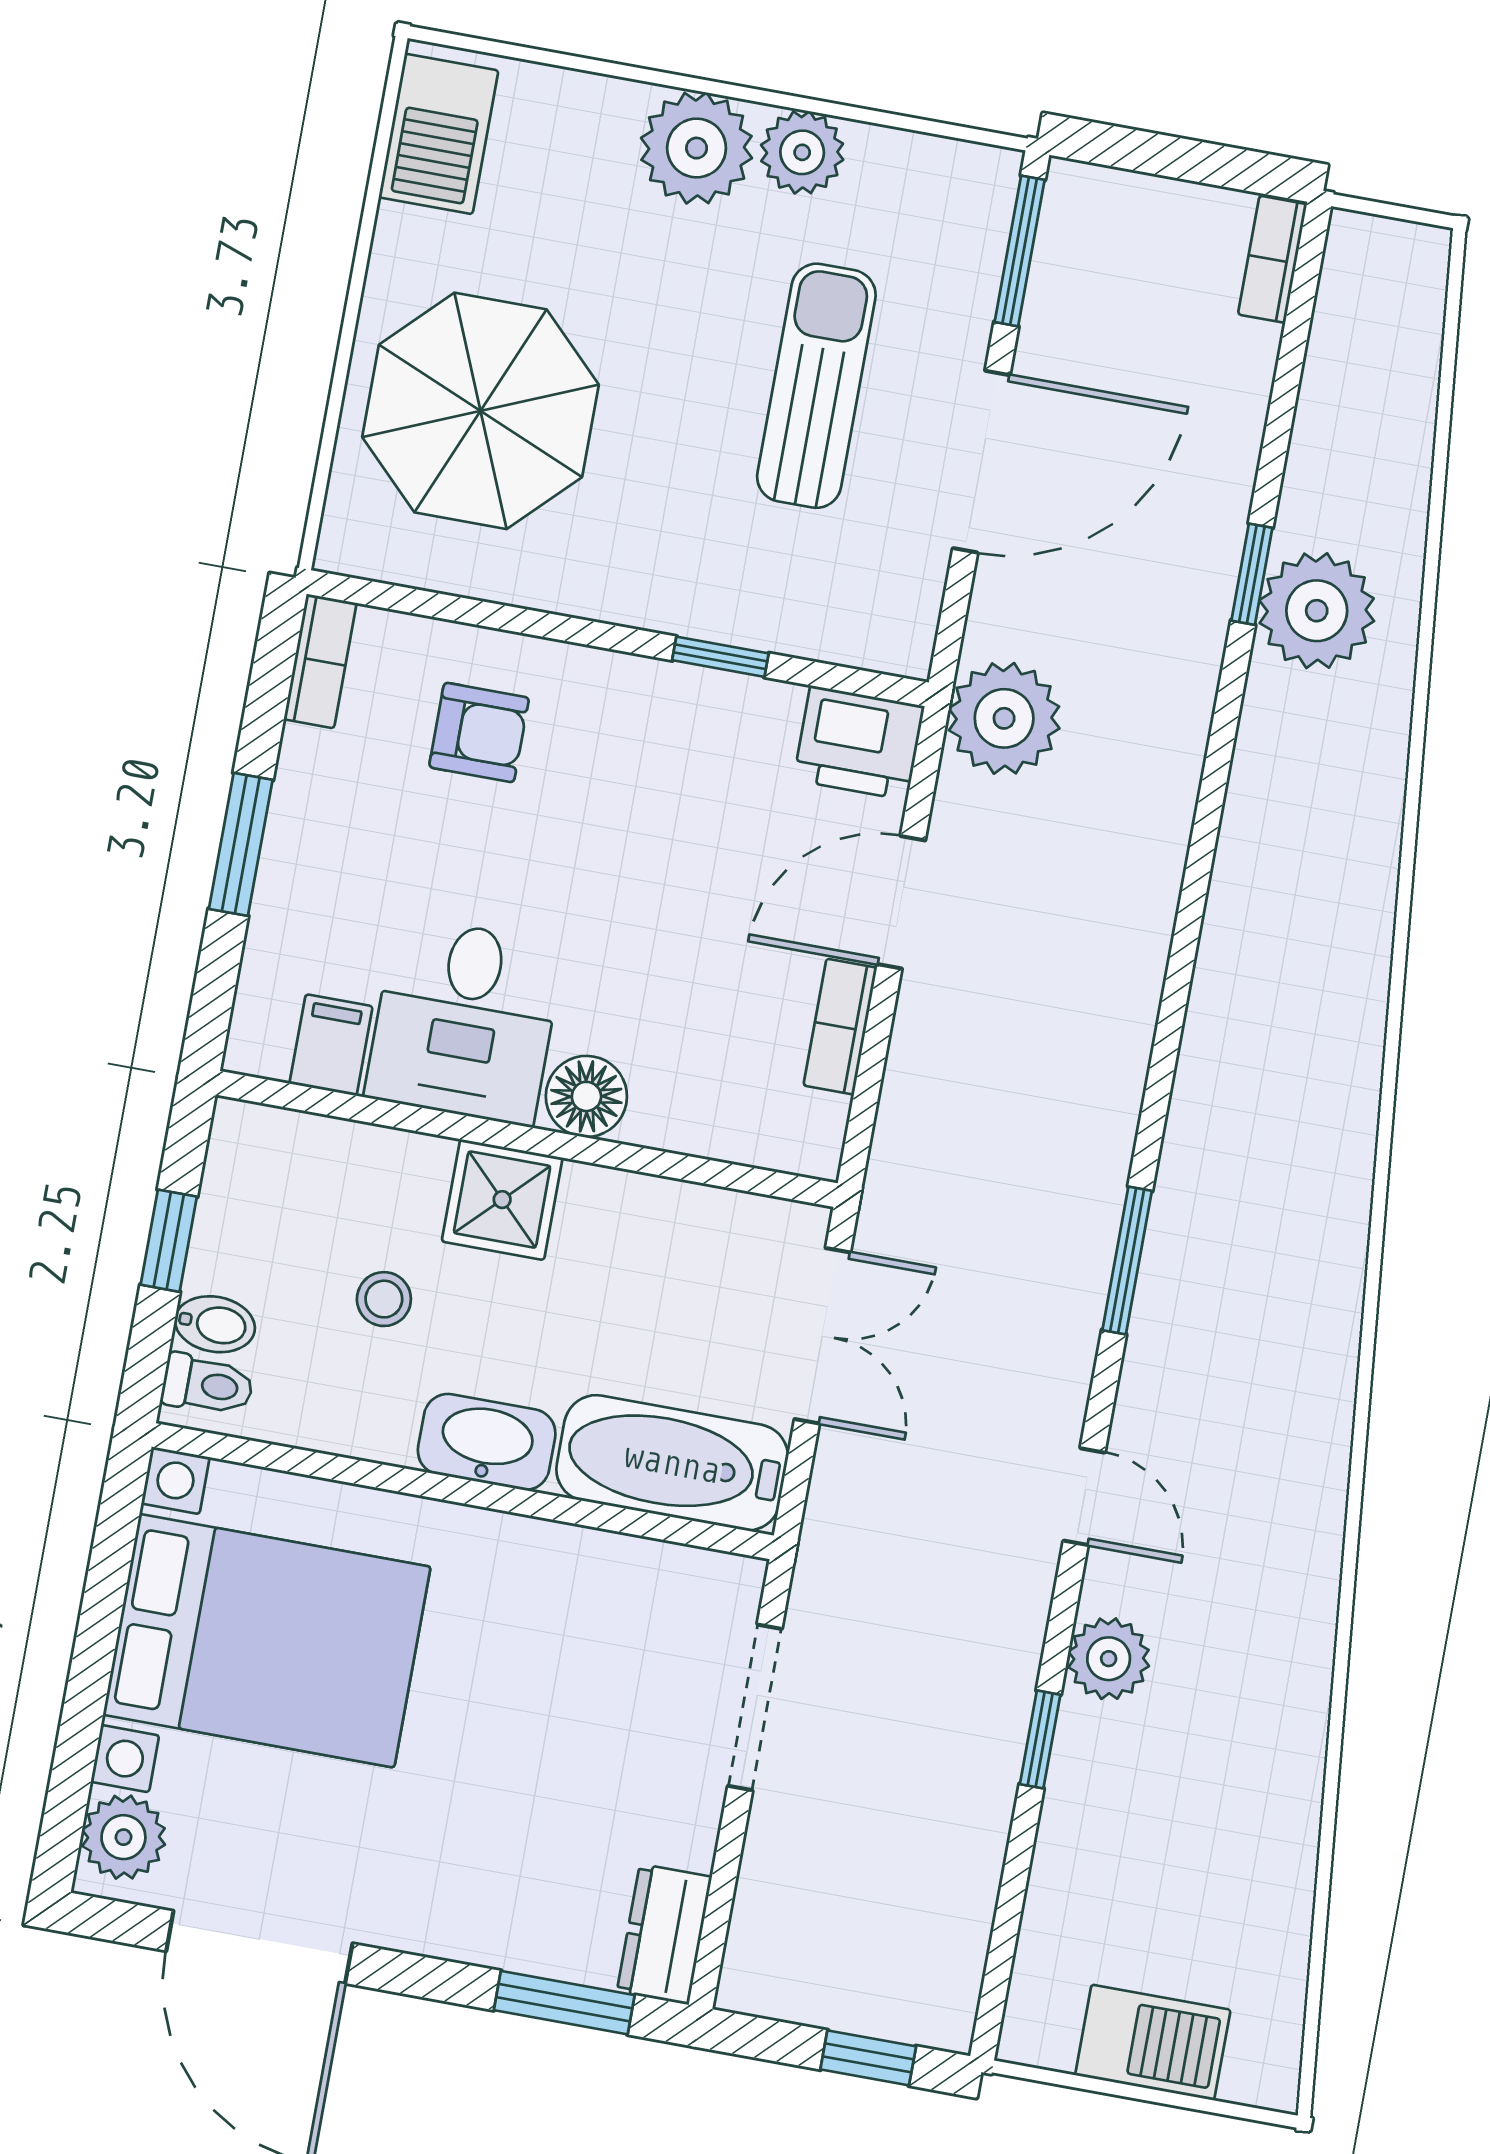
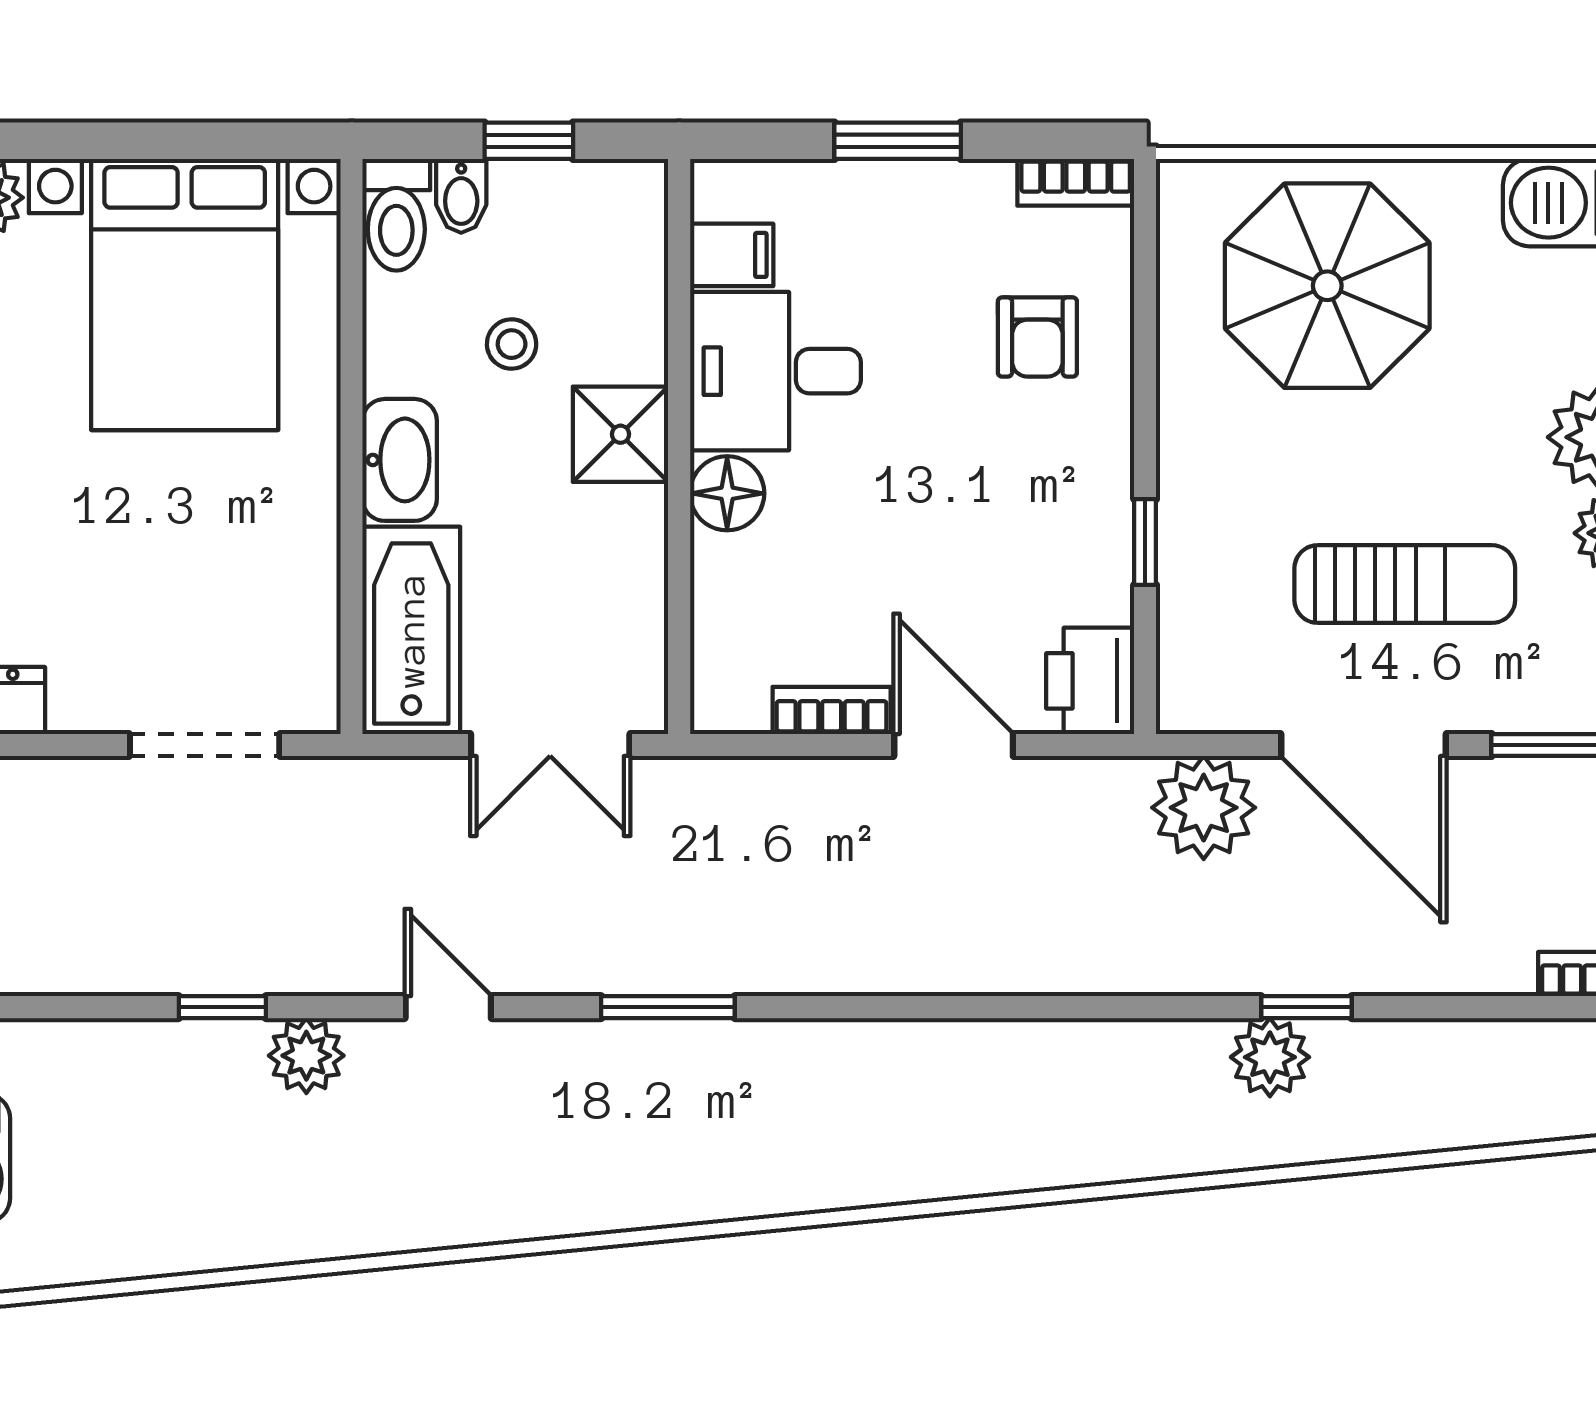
plant: (1317, 611) -> (1270, 1057), width x0.73, depth x0.73
plant: (1004, 718) -> (1204, 808), moved
toilet: (208, 1385) -> (396, 215), width x1.37, depth x1.39
door: (1084, 1497) -> (448, 1007), swing flipped

